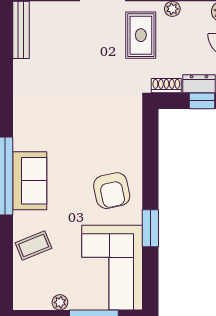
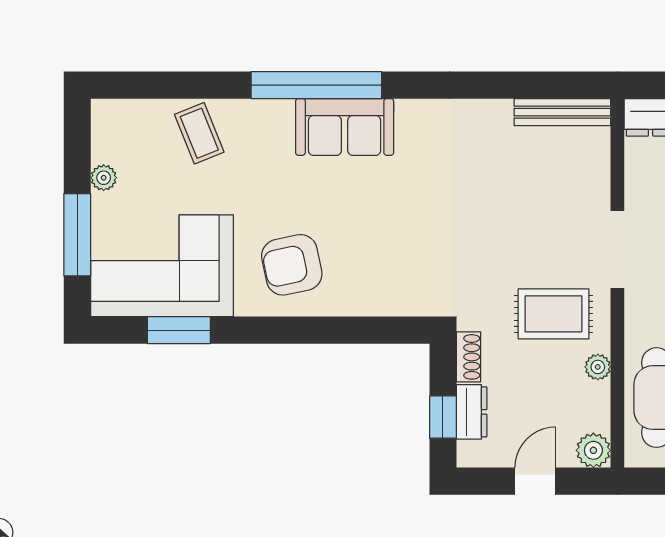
sofa: (30, 181) -> (345, 127), moved
window: (150, 228) -> (179, 330), moved

